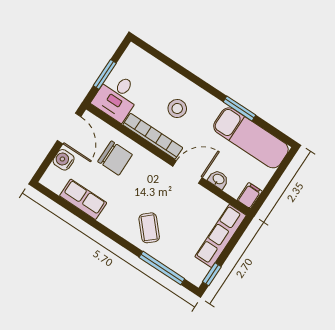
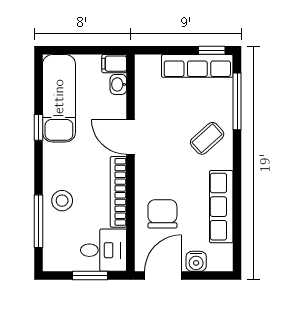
window: (170, 63) -> (38, 221), added
window: (239, 108) -> (38, 127), width x0.67
stool: (177, 109) -> (62, 201), moved
washbasin: (218, 179) -> (118, 84), moved
row of seats: (83, 199) -> (221, 207), width x1.48
row of seats: (221, 236) -> (197, 66), moved

